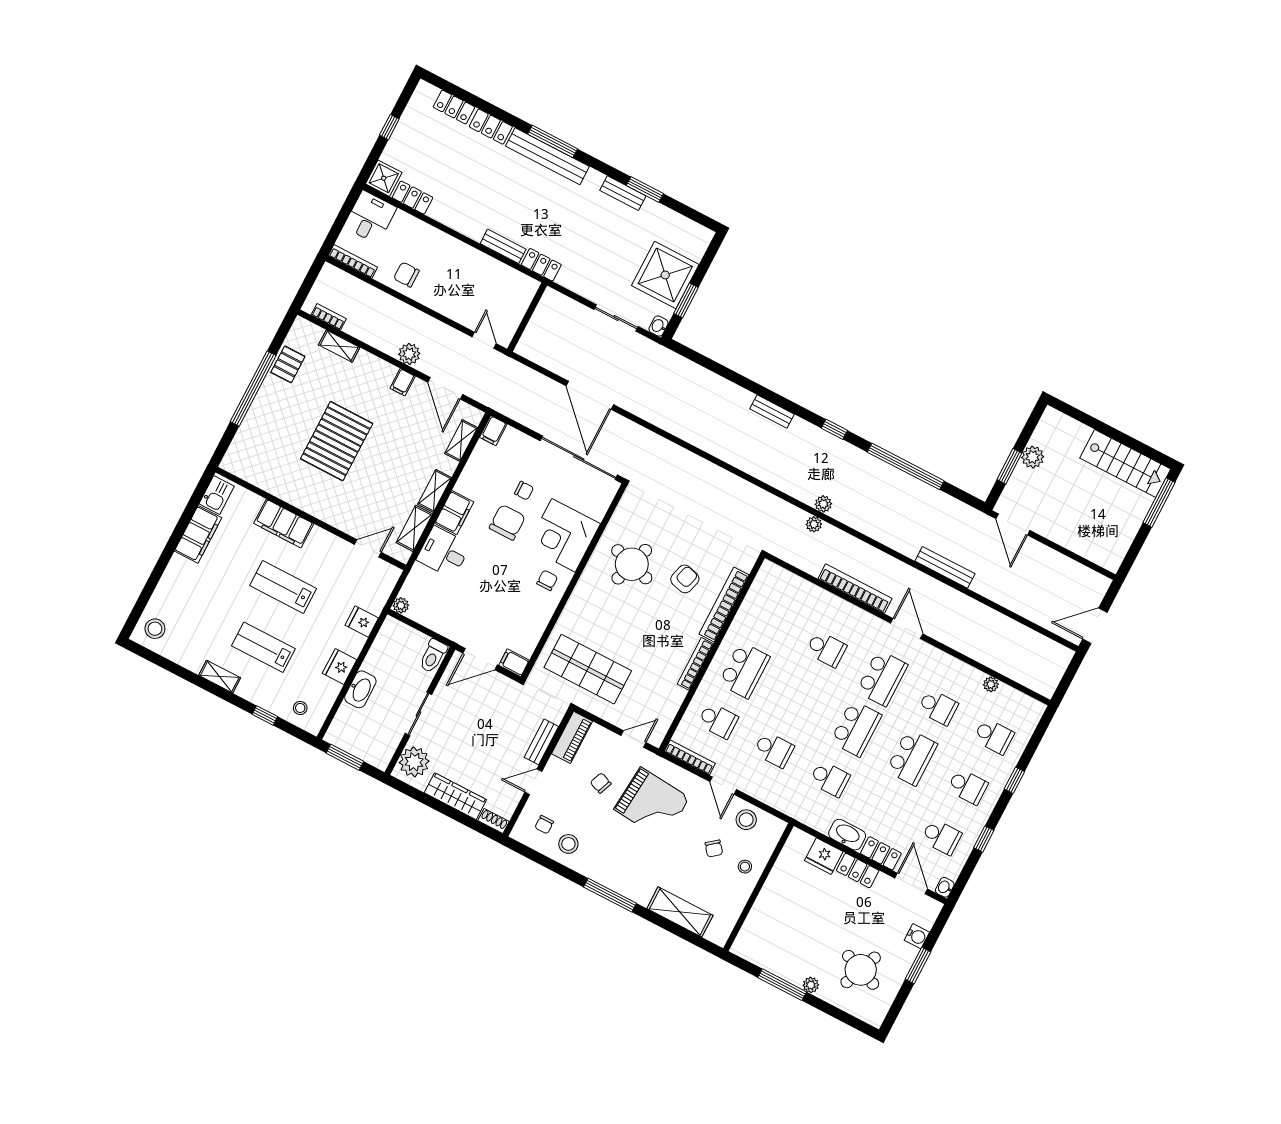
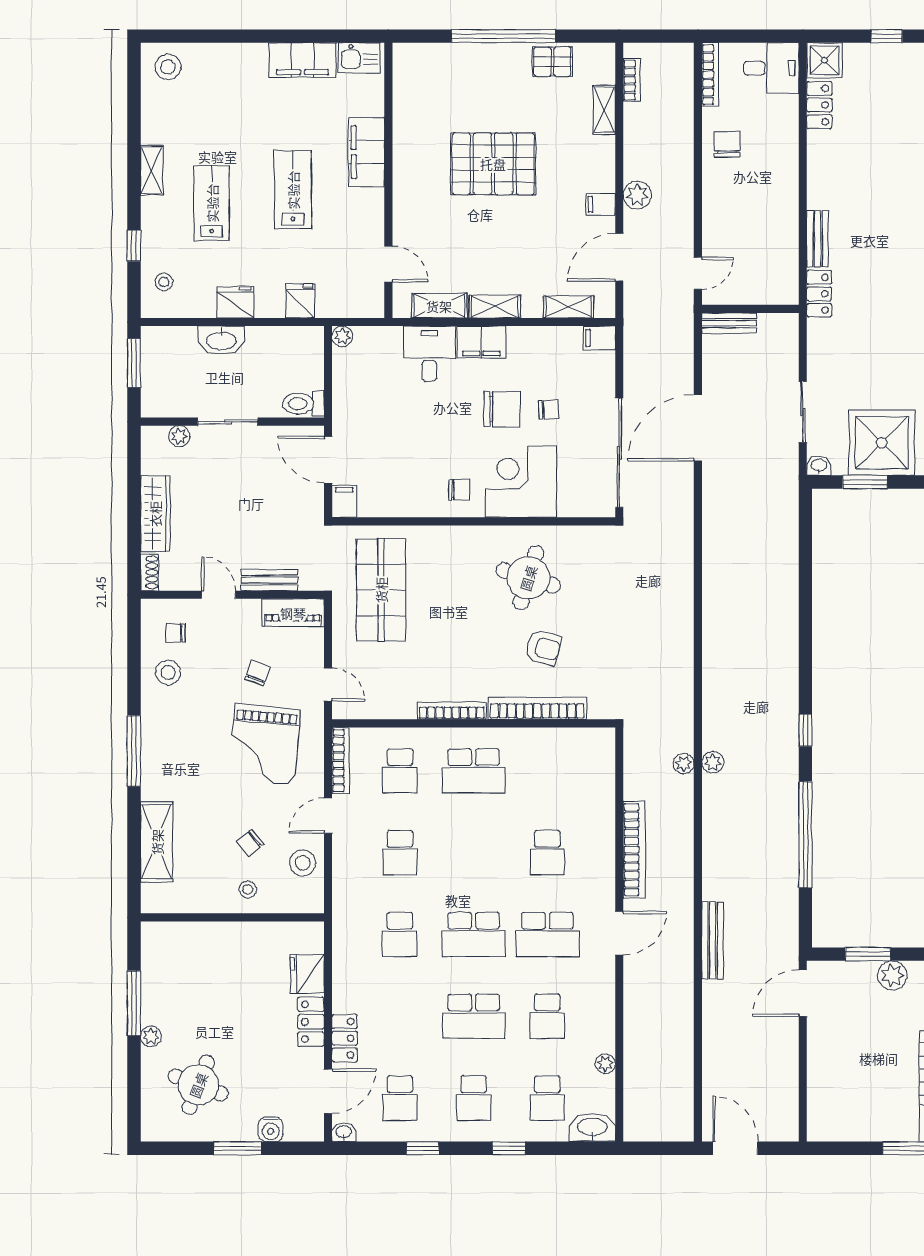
bench: (772, 411) -> (729, 323), moved, turned 90
chair: (524, 491) -> (549, 409), turned -93
plant: (414, 762) -> (179, 436), width x0.53, depth x0.53
washbasin: (847, 835) -> (592, 1128), moved, turned -90

